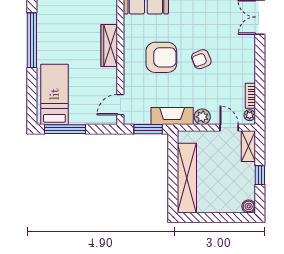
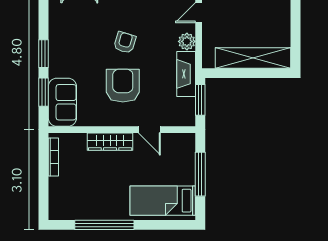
armchair: (201, 59) -> (125, 43), turned -141
door: (120, 105) -> (149, 130), moved
window: (65, 129) -> (200, 174), moved

